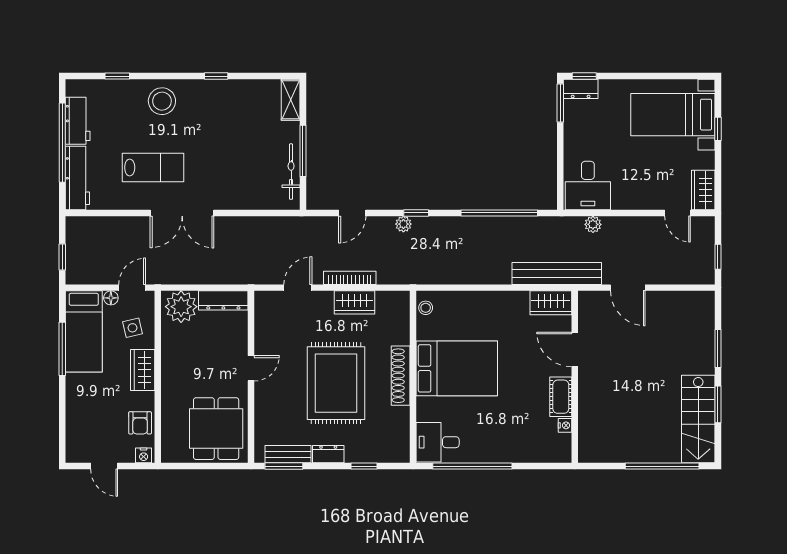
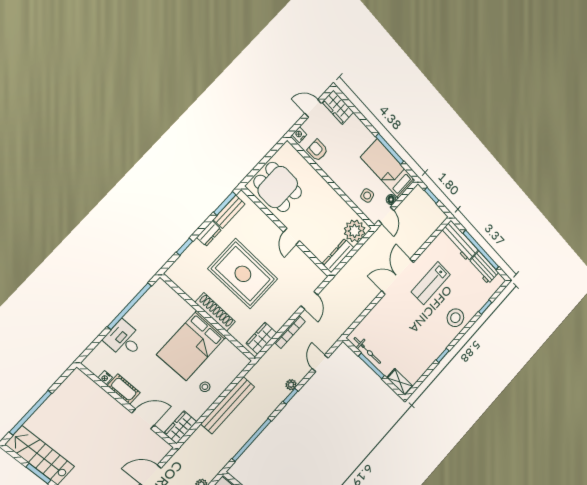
bench: (557, 273) -> (228, 405), moved
wardrobe: (355, 302) -> (261, 338), moved
stool: (426, 308) -> (205, 387), moved
wardrobe: (143, 370) -> (338, 107), moved, turned 180
desk: (438, 442) -> (124, 340), moved, turned -90

